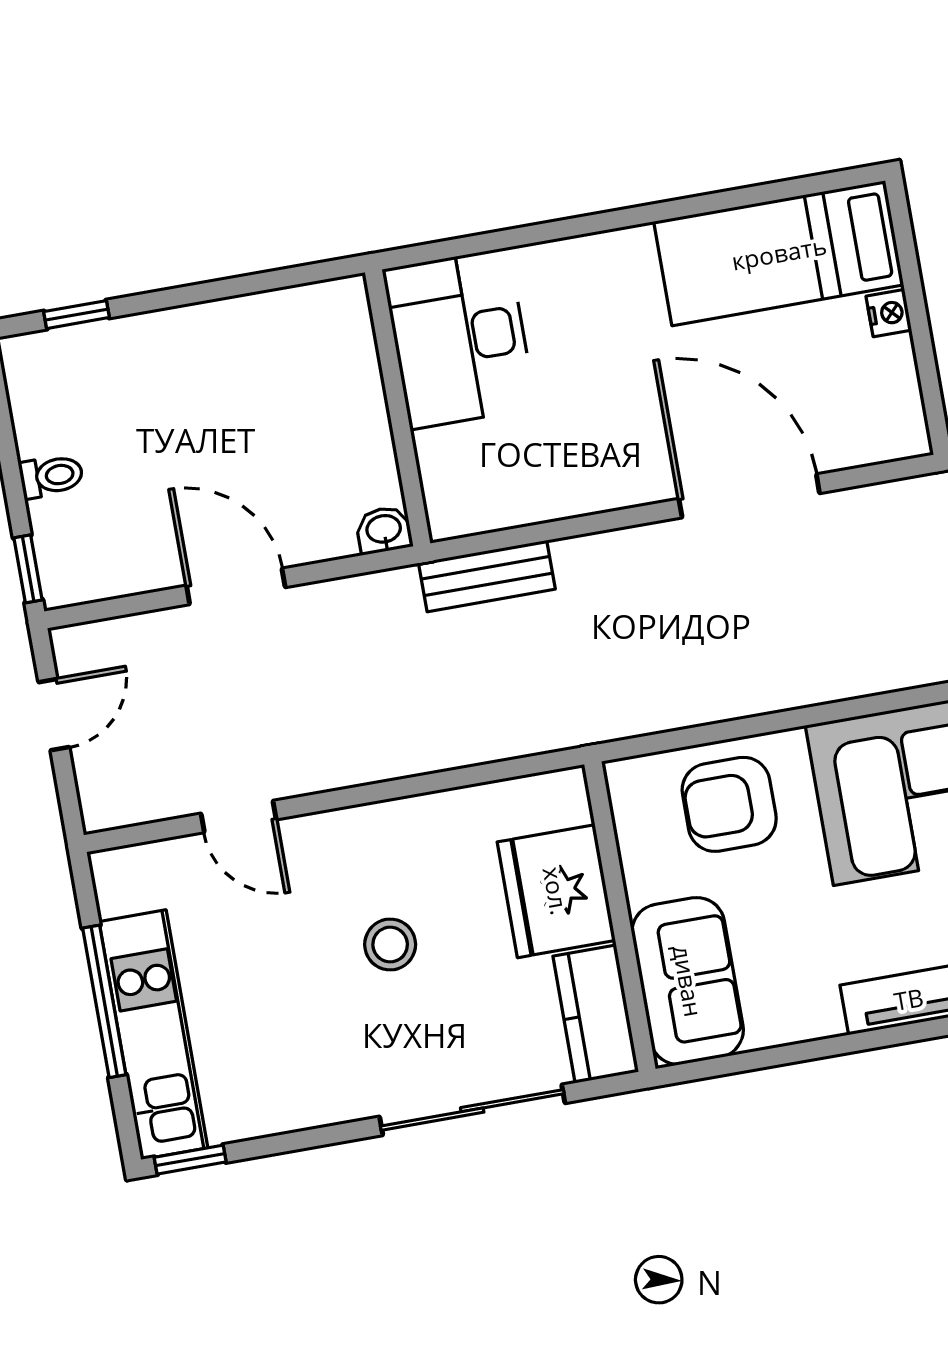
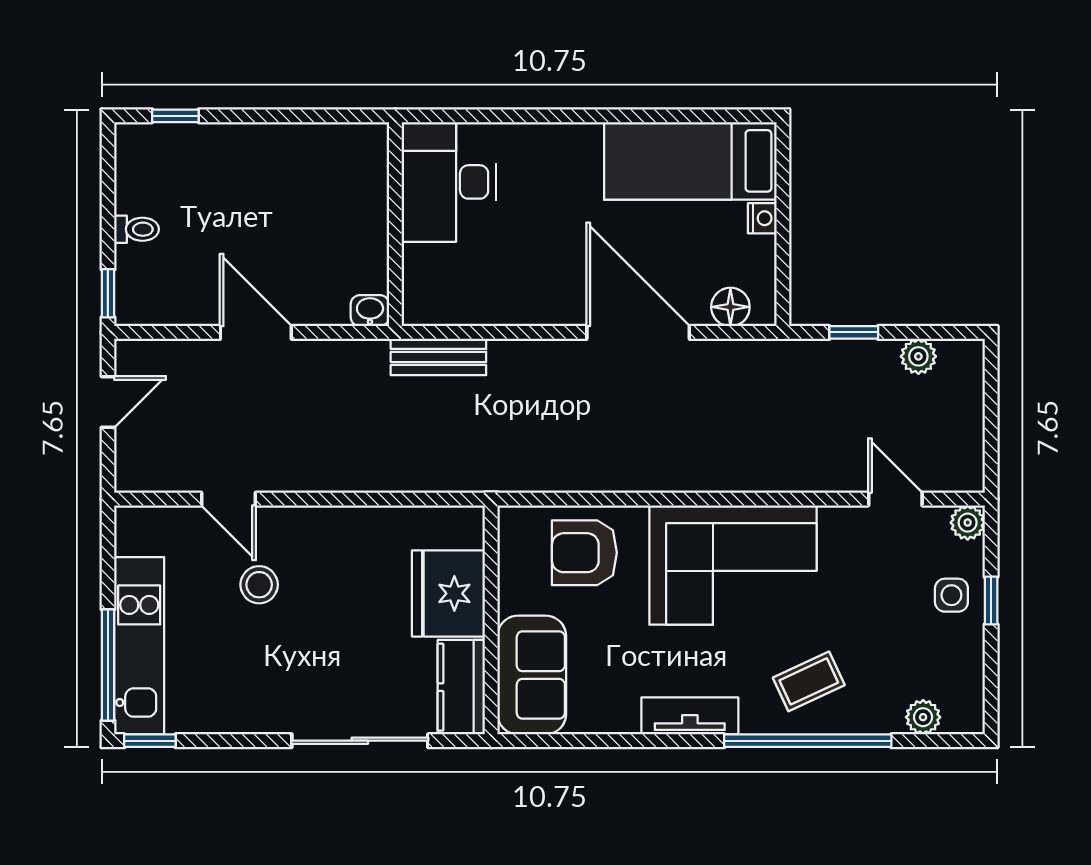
floor lamp: (867, 440) -> (730, 307), added
stool: (390, 945) -> (259, 585), moved
window: (104, 1001) -> (108, 665), moved

